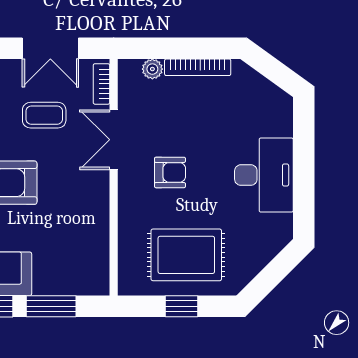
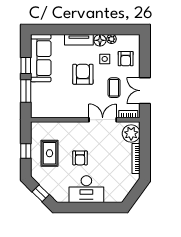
plant: (152, 69) -> (131, 133), width x1.88, depth x1.88
armchair: (170, 172) -> (80, 158), moved
rug: (186, 255) -> (50, 153), width x0.73, depth x0.70
window: (273, 274) -> (41, 193), added

